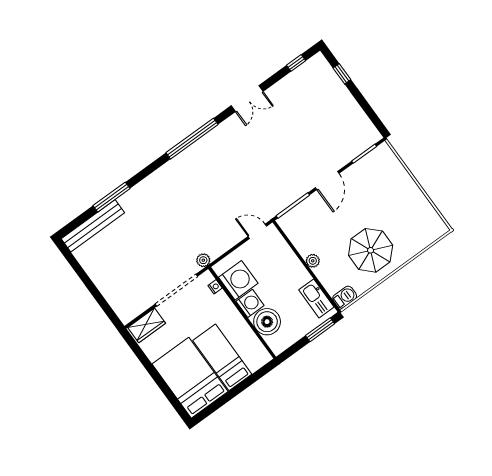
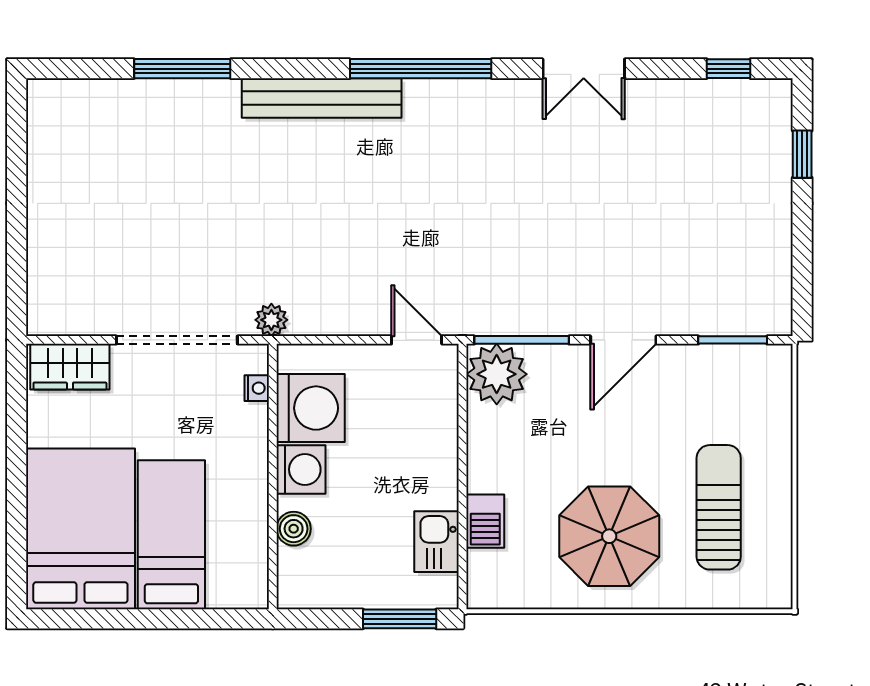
sun lounger: (400, 214) -> (719, 507), added
bench: (93, 226) -> (322, 98), moved
plant: (313, 261) -> (497, 374), moved, width x1.87, depth x1.87
barbecue: (345, 297) -> (485, 521), moved, turned 90
kitchen sink: (316, 298) -> (437, 542), width x0.73
boiler: (267, 322) -> (294, 529), width x0.54, depth x0.54

